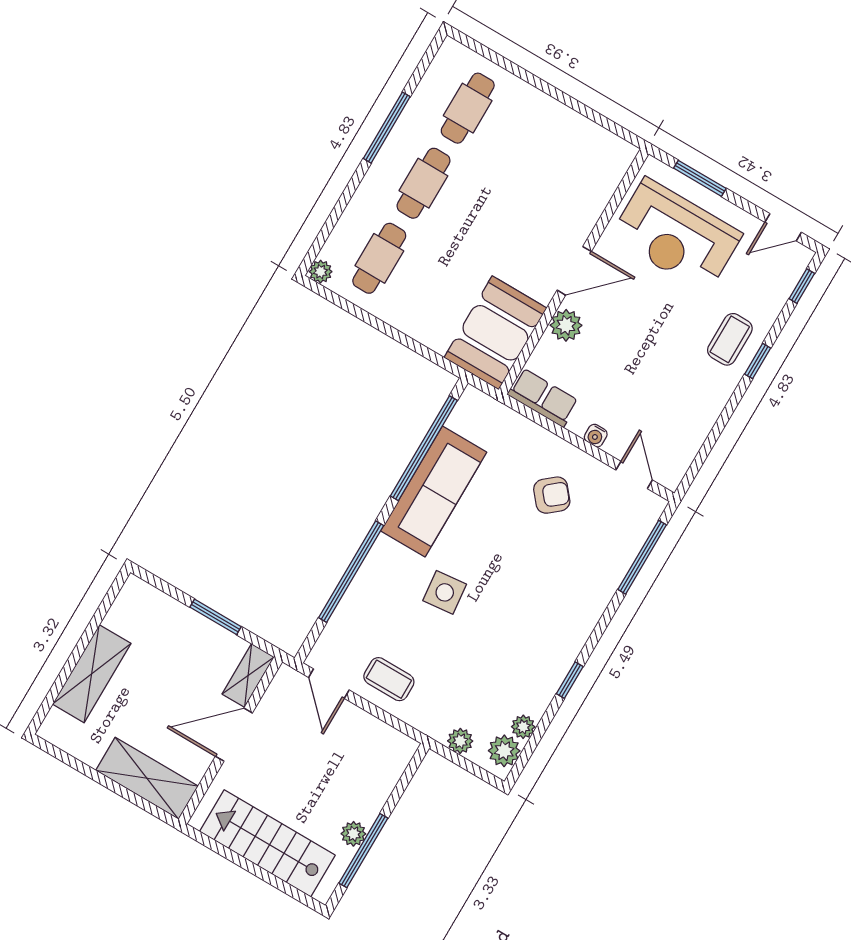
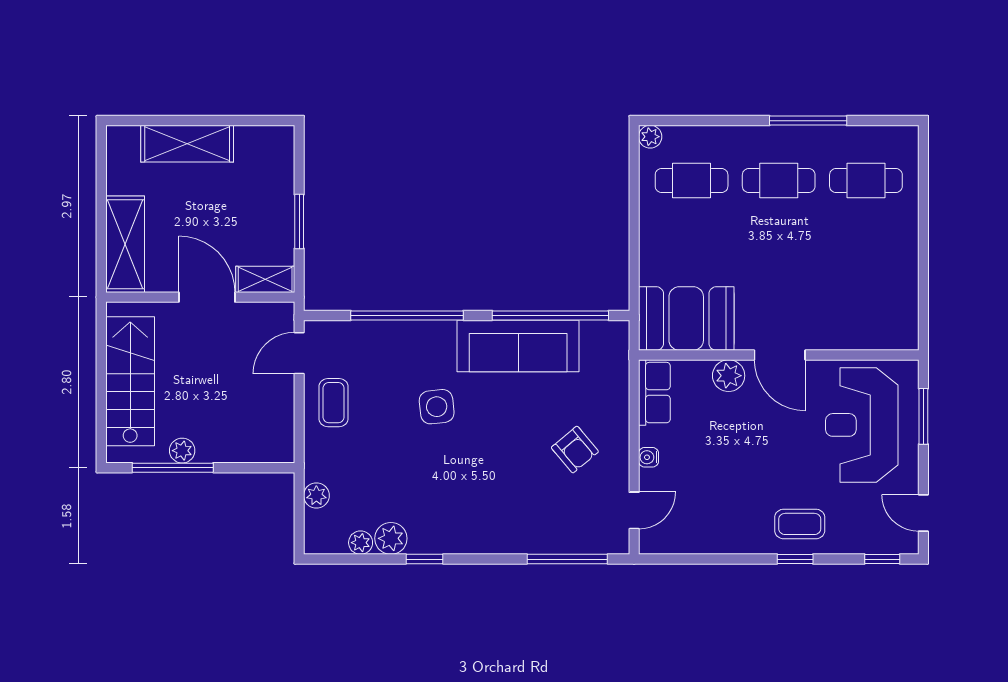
plant: (504, 751) -> (391, 538), moved

